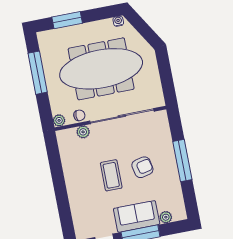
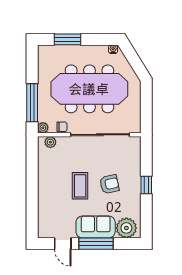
window: (38, 73) -> (32, 103), moved
plant: (83, 132) -> (50, 142), moved
window: (182, 160) -> (146, 185), width x0.46
plant: (166, 217) -> (126, 228), width x1.87, depth x1.87

